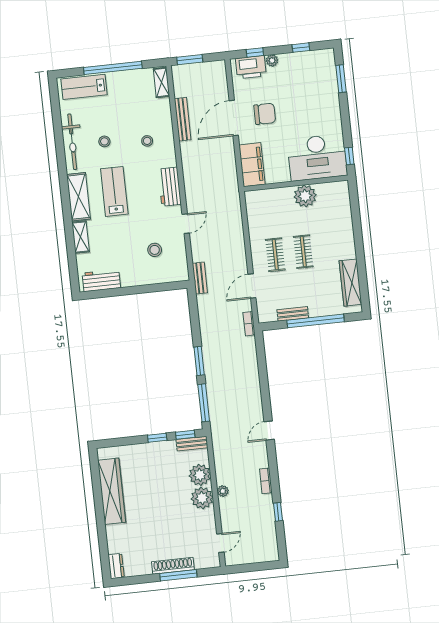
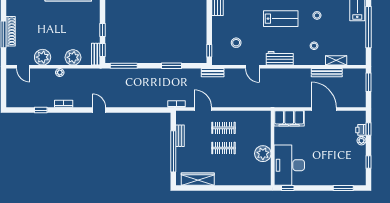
printer: (251, 67) -> (361, 130), width x0.53, depth x0.68
shelving: (161, 82) -> (336, 60), moved
chair: (265, 114) -> (324, 131), removed
window: (170, 286) -> (209, 51), added
window: (199, 361) -> (171, 66), moved
plant: (202, 498) -> (43, 57), moved

